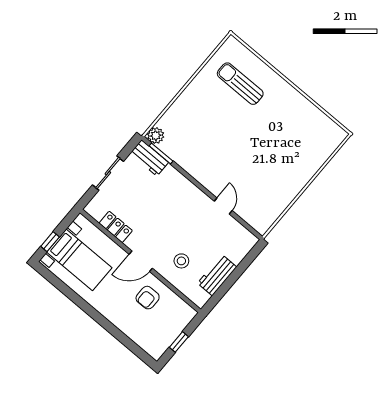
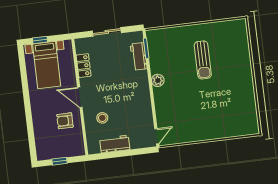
sun lounger: (240, 84) -> (203, 60), moved, turned 180
plant: (156, 136) -> (158, 80), moved
workbench: (149, 158) -> (139, 56), moved
door: (223, 206) -> (157, 136), moved

